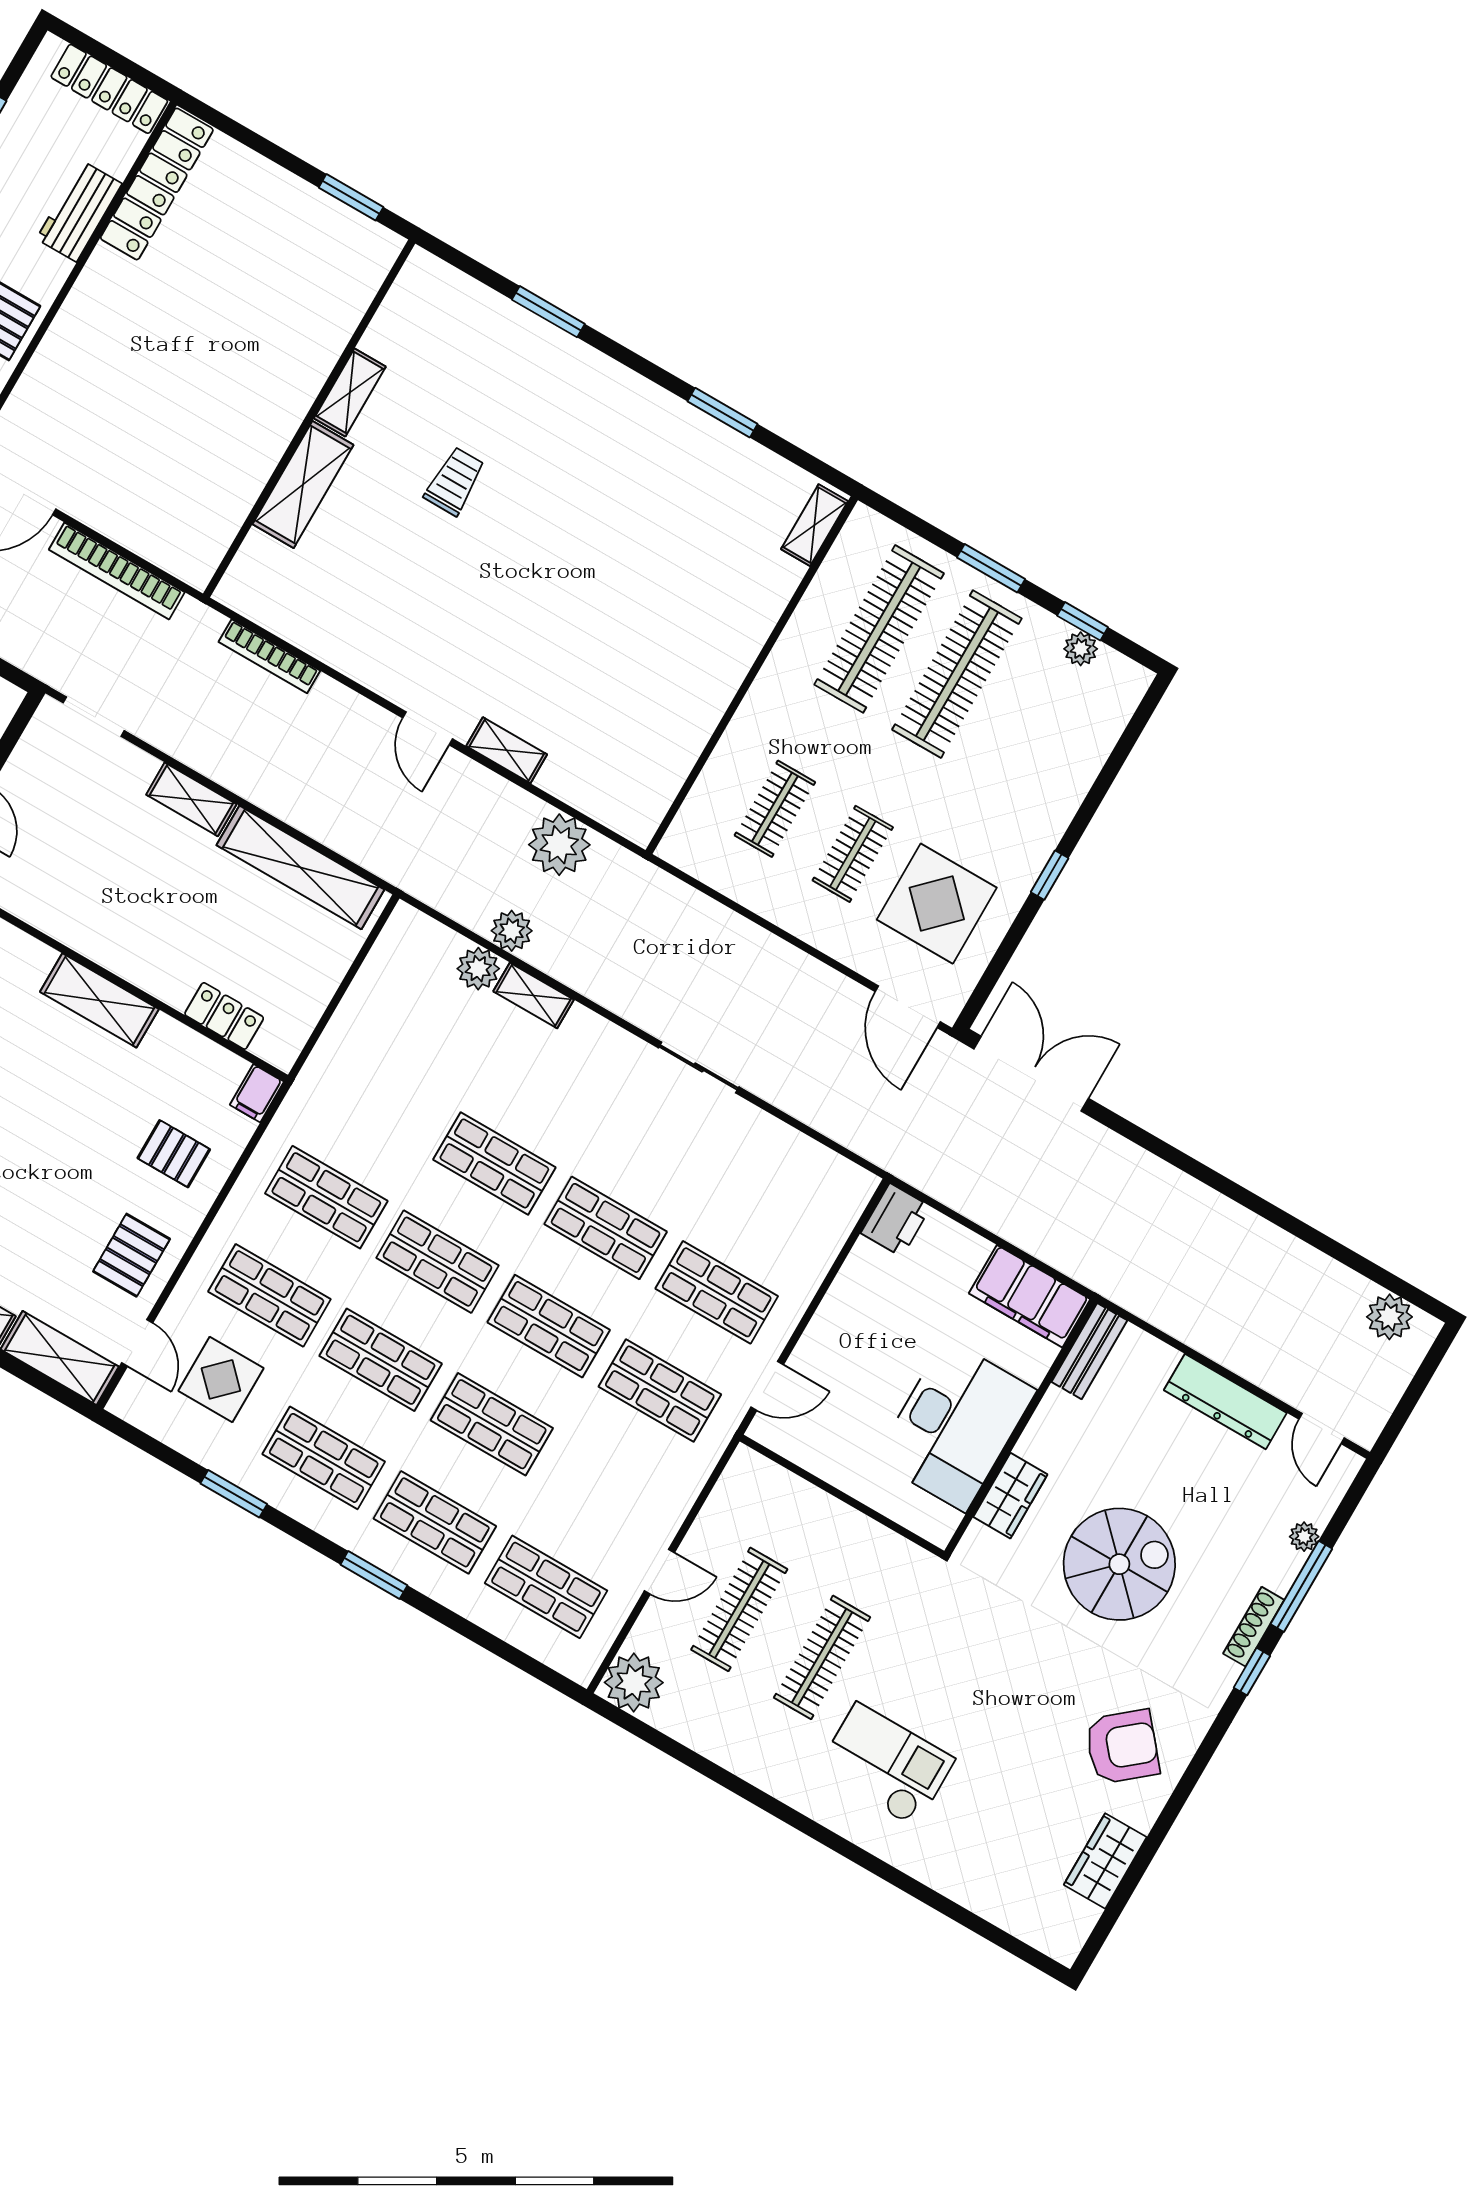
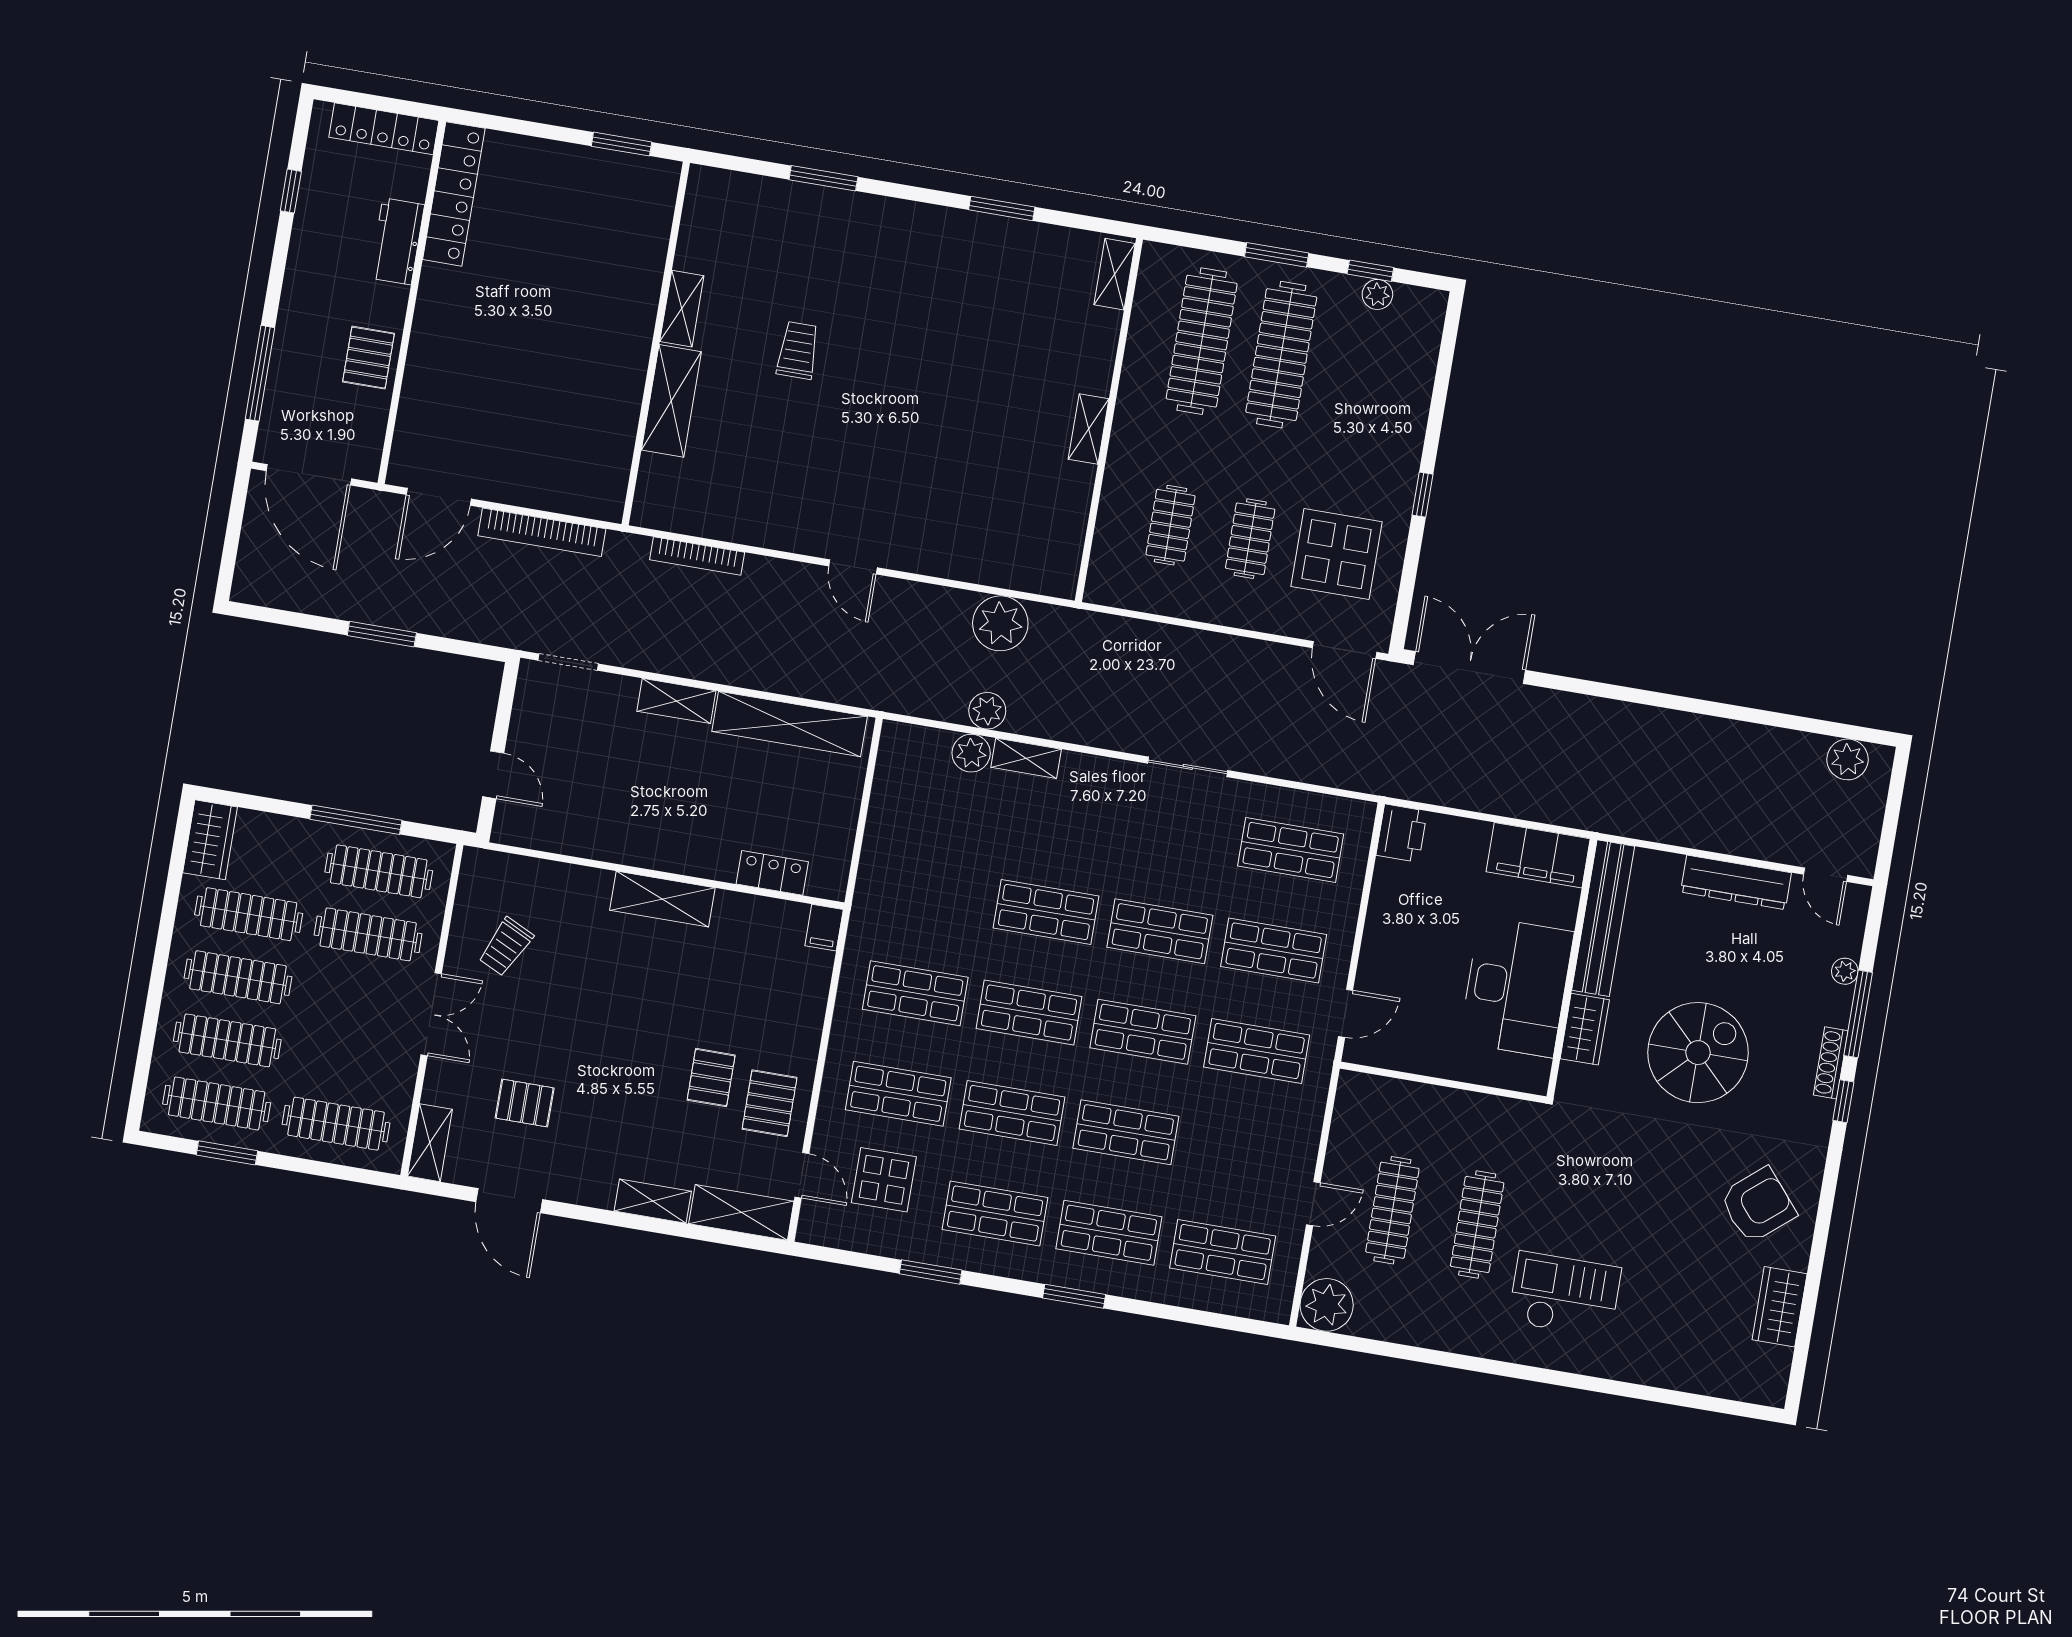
shelving: (507, 750) -> (1089, 429), moved, turned 90
pallet: (174, 1154) -> (711, 1078), moved, turned 90
shop shelf: (774, 1194) -> (1291, 850), added
bench: (1089, 1351) -> (1603, 918), width x1.86, depth x1.21

